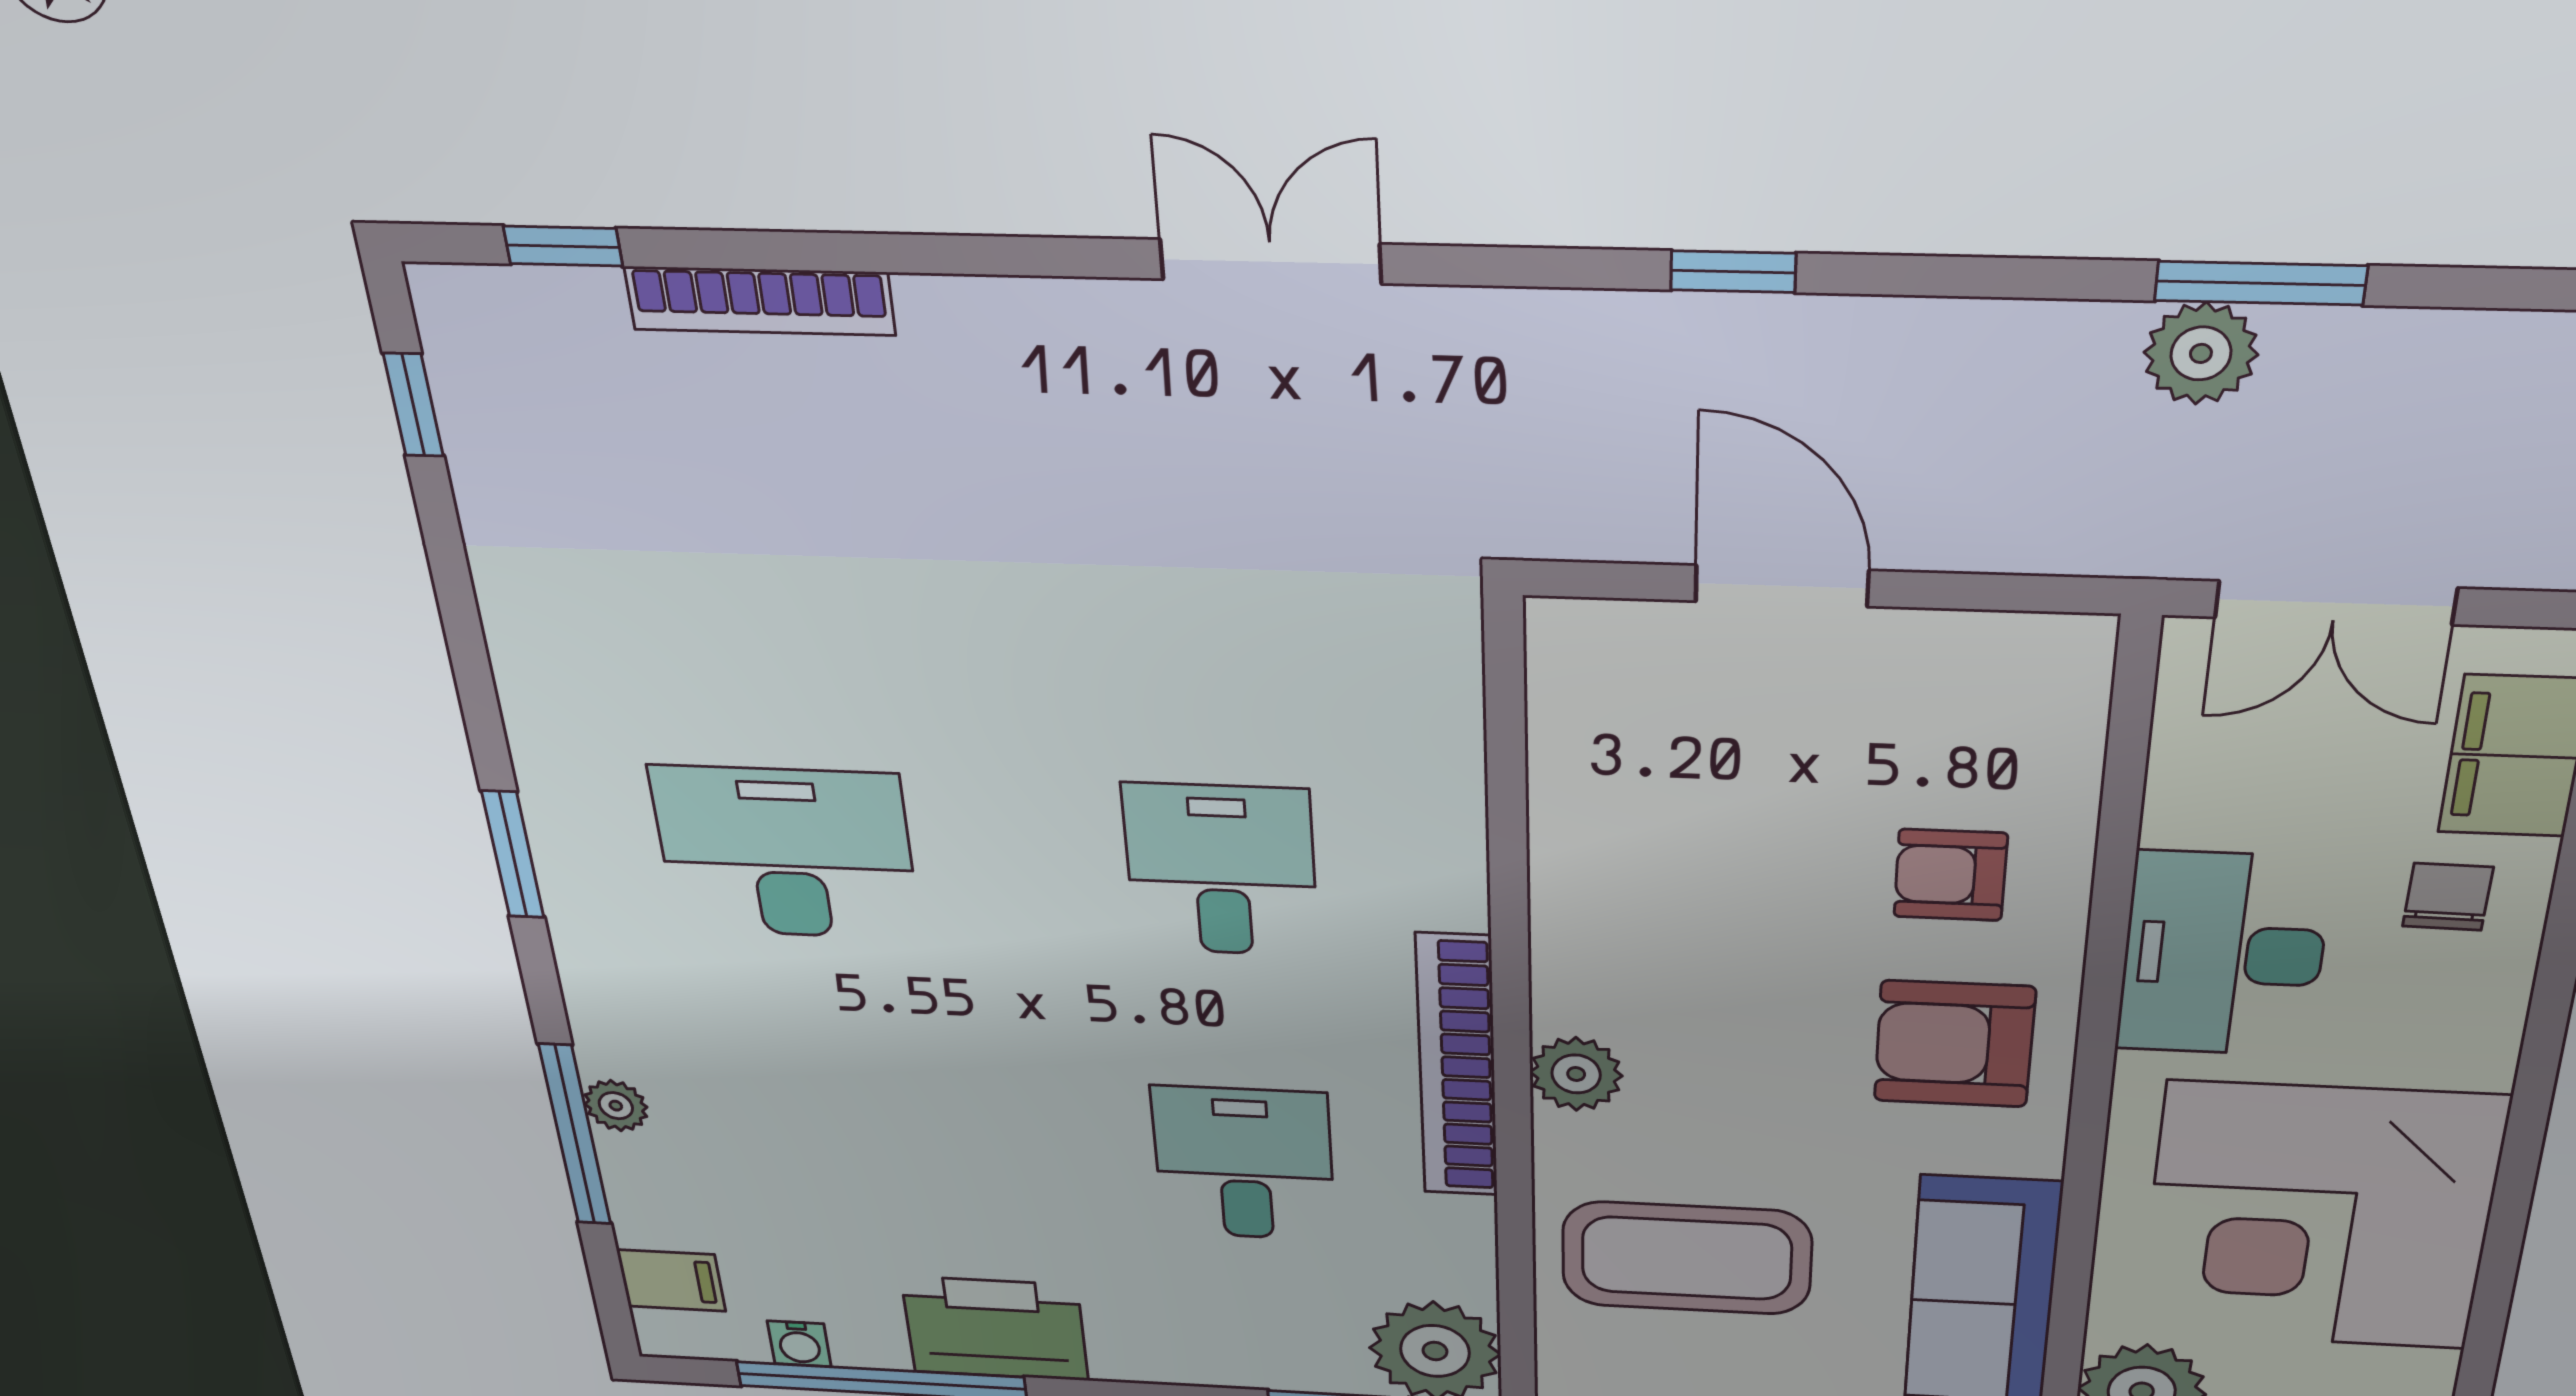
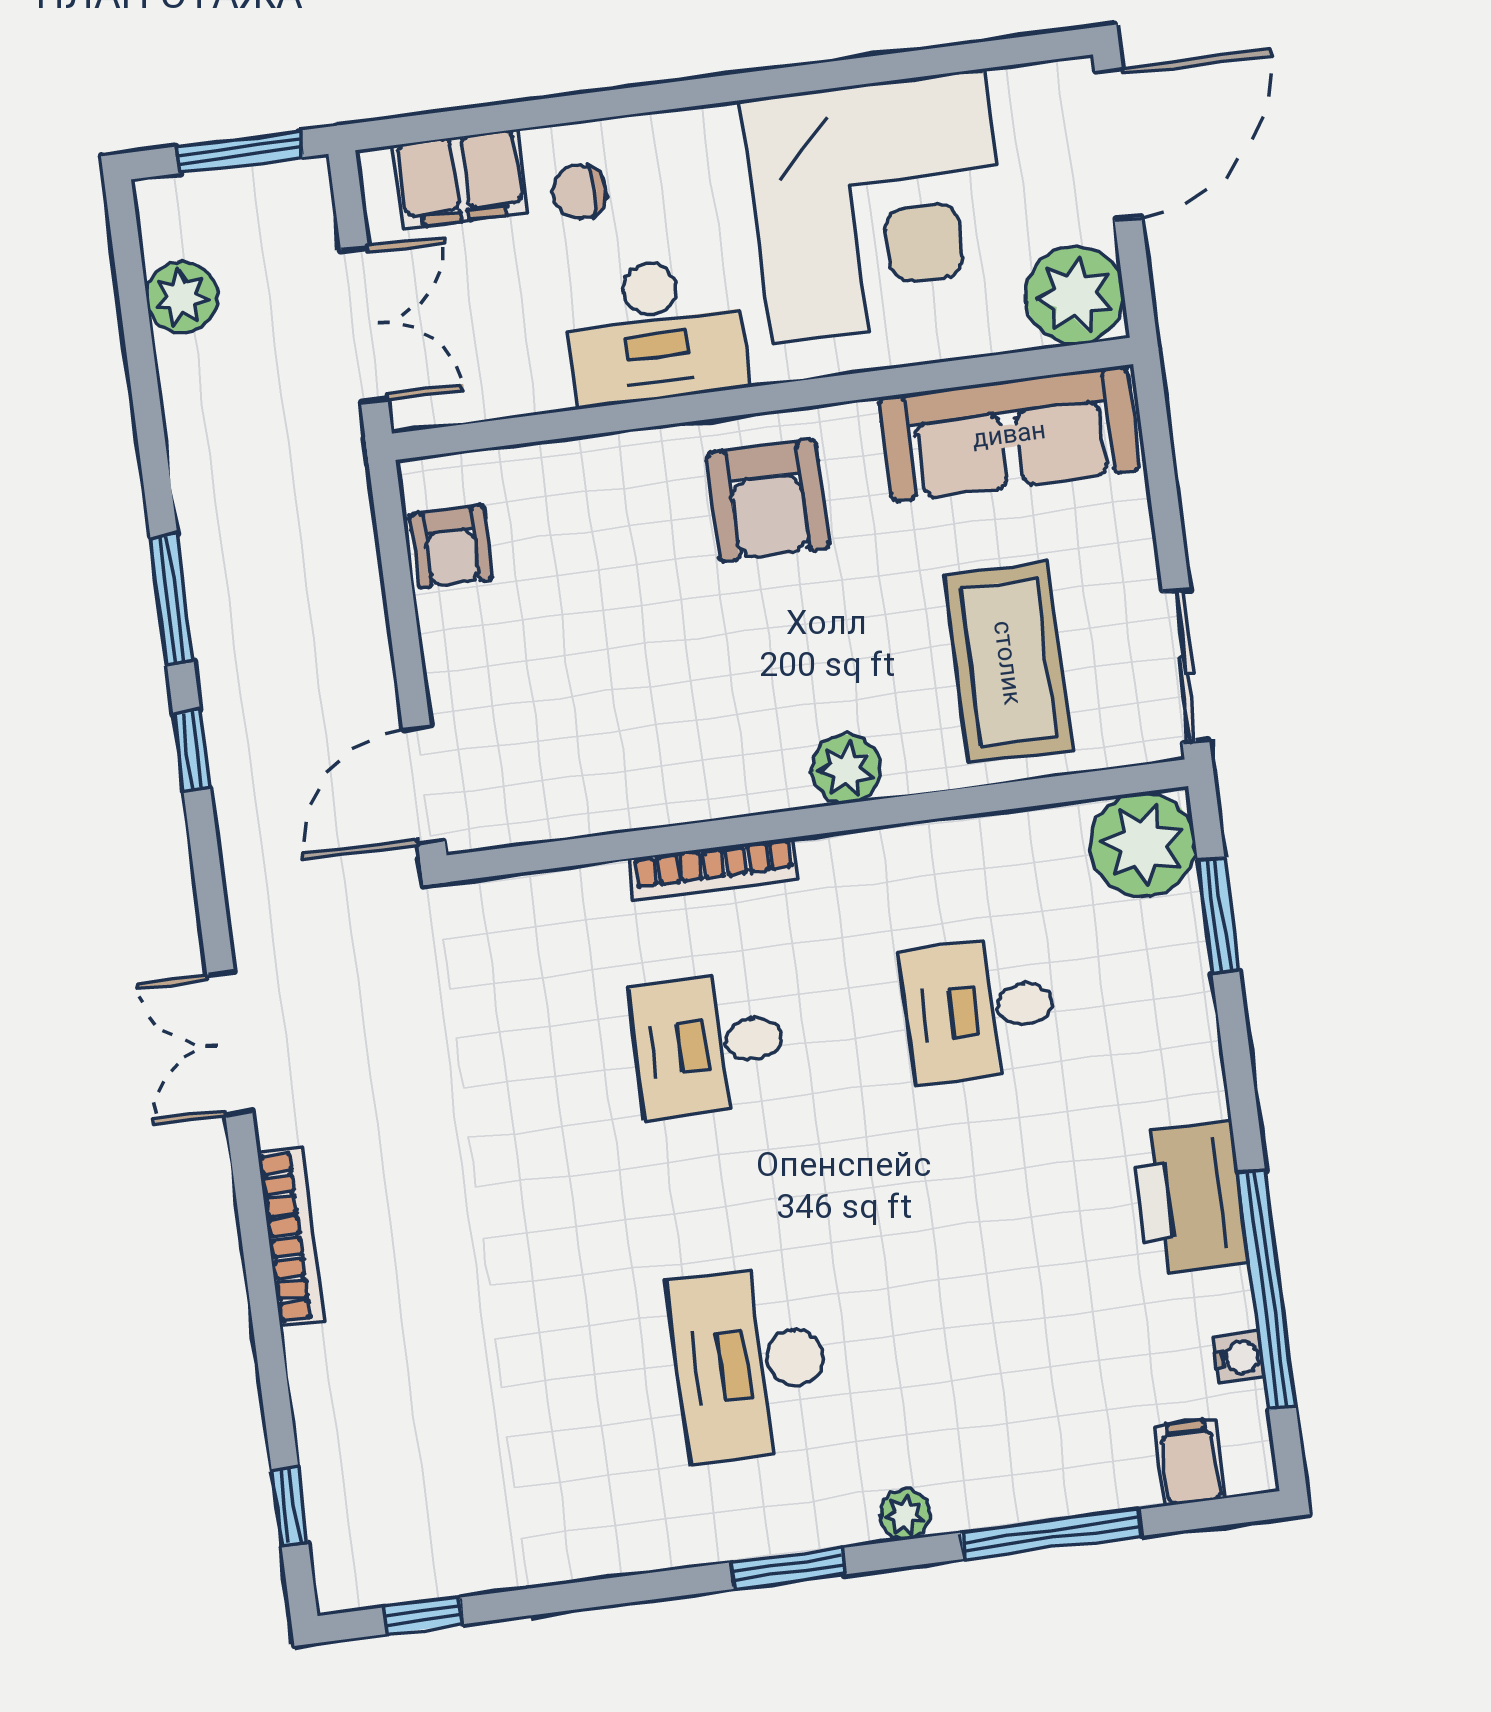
window: (2261, 283) -> (172, 600), moved
bookcase: (760, 301) -> (291, 1236), moved
plant: (2201, 353) -> (182, 297), moved
door: (1782, 586) -> (424, 786), moved
armchair: (1950, 875) -> (451, 547), moved
bookcase: (1457, 1067) -> (714, 869), moved, width x0.68, depth x0.76
plant: (616, 1106) -> (905, 1515), moved

